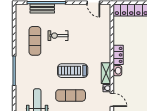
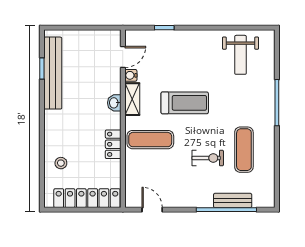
locker: (118, 55) -> (113, 144), moved
exercise mat: (71, 95) -> (150, 140), moved
door: (112, 100) -> (123, 57), swing flipped

